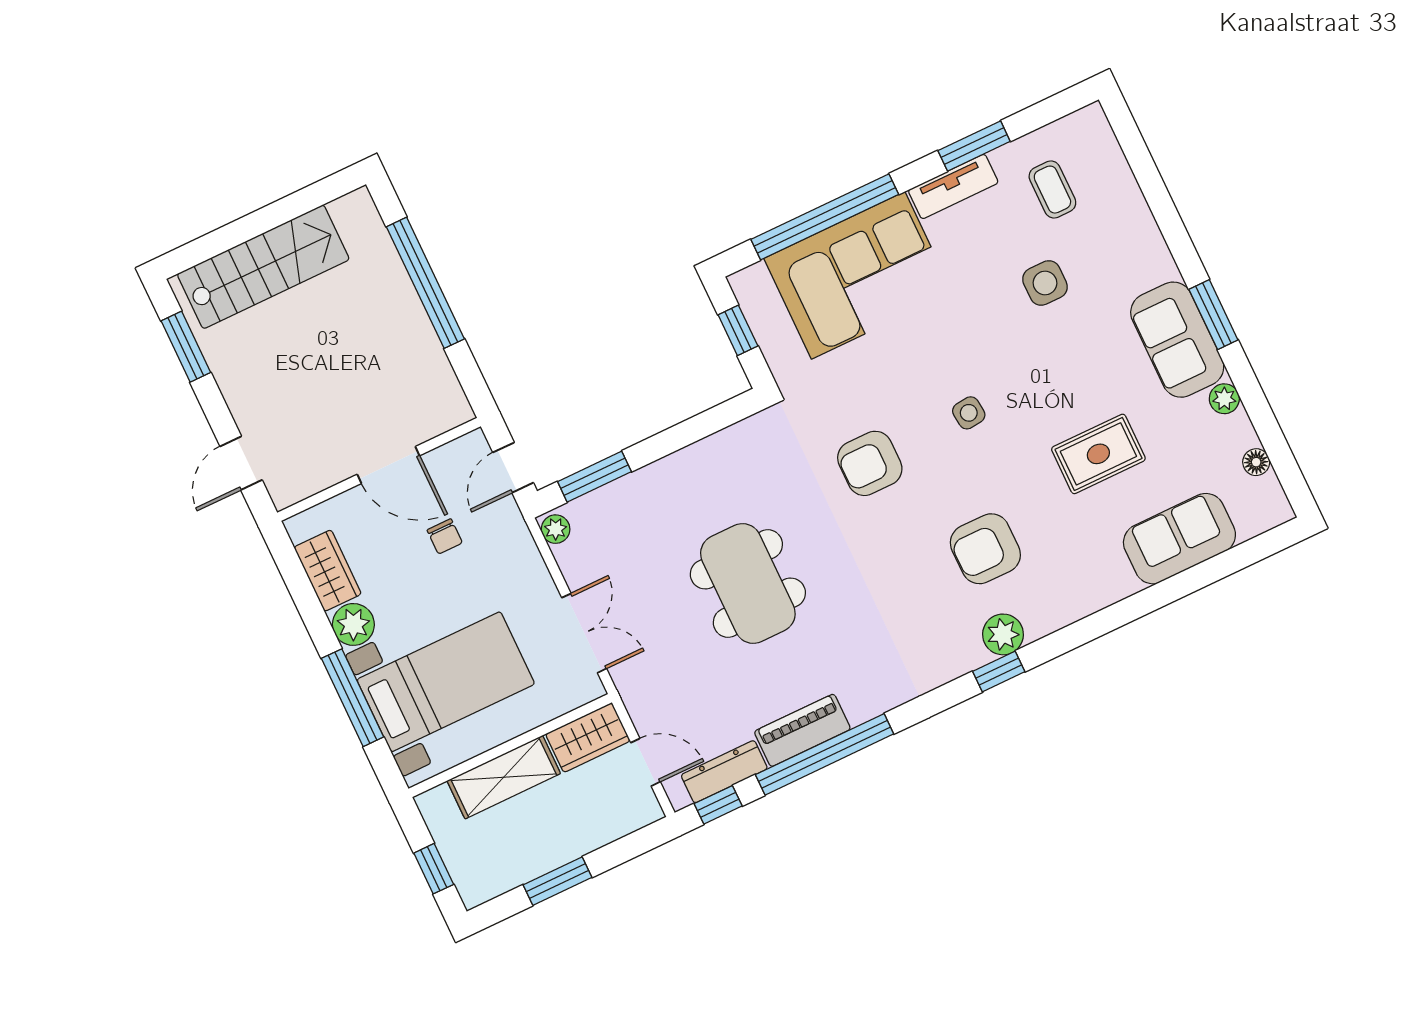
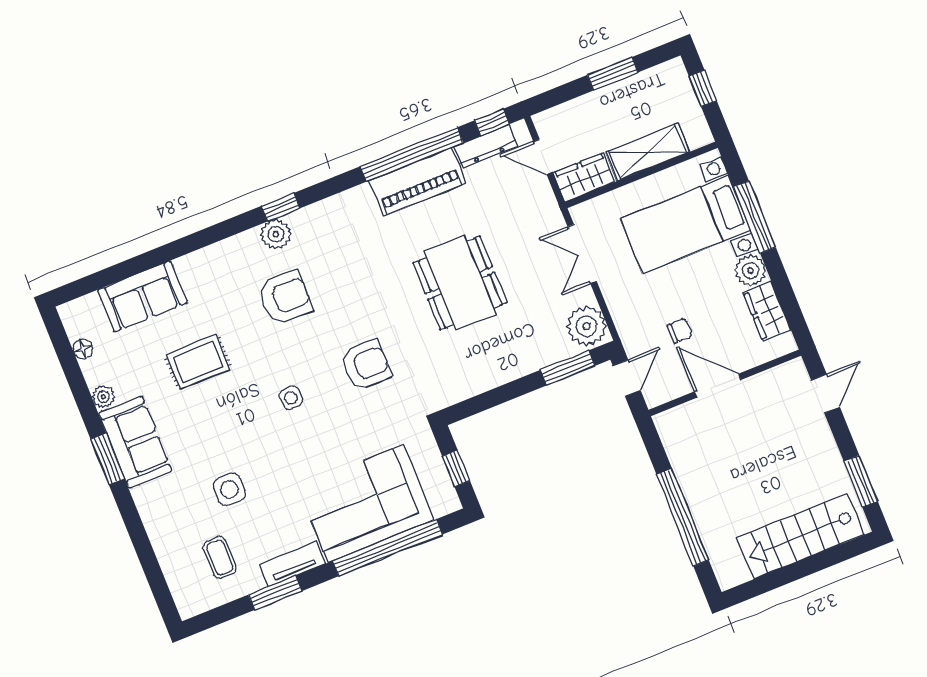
plant: (556, 529) -> (586, 326), width x1.87, depth x1.87
chair: (445, 536) -> (680, 331), turned 90
piano: (802, 730) -> (418, 182), width x1.37, depth x1.33

